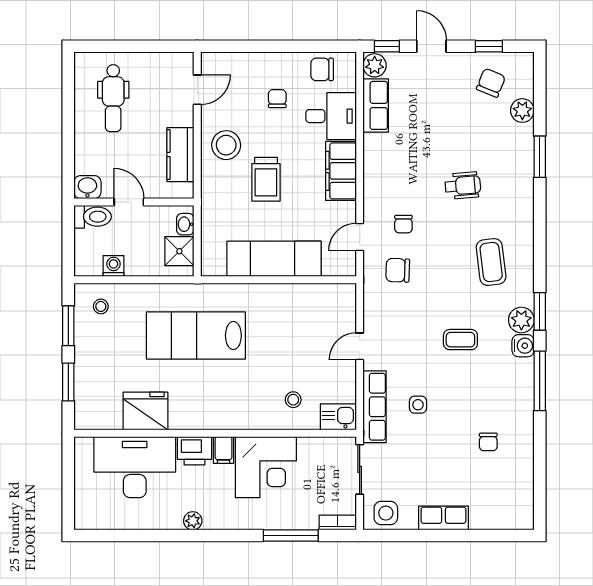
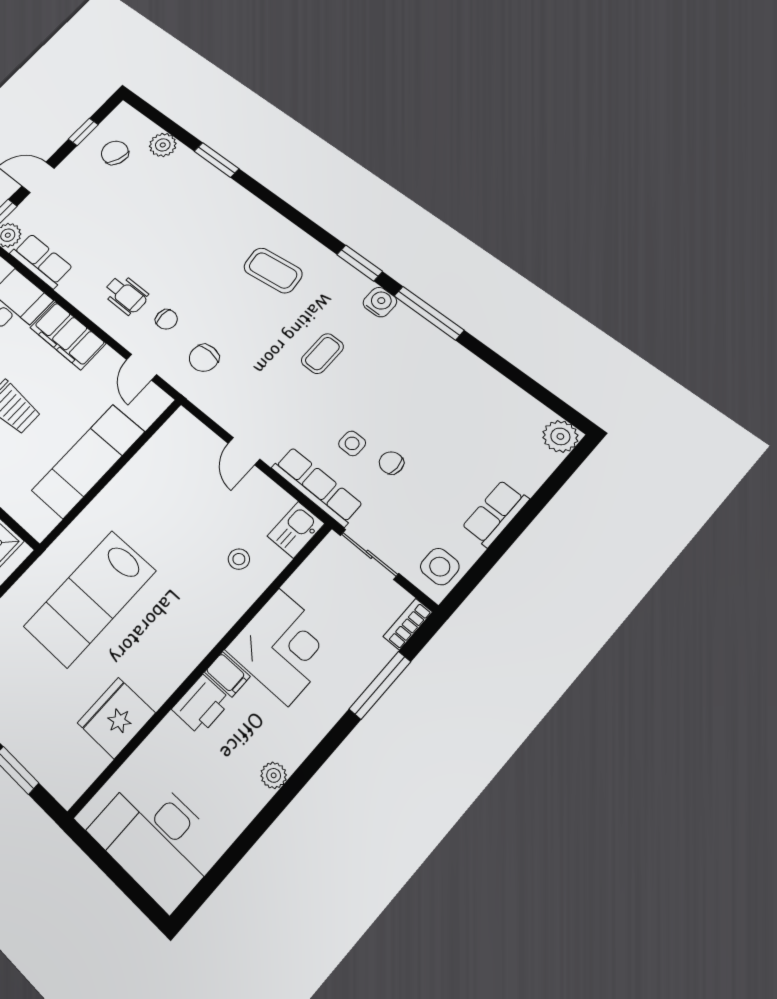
wheelchair: (463, 186) -> (126, 295), moved, turned 95
plant: (521, 320) -> (560, 436), moved
chair: (488, 442) -> (391, 463), moved, turned 180
desk: (135, 467) -> (156, 839), moved, turned -90

